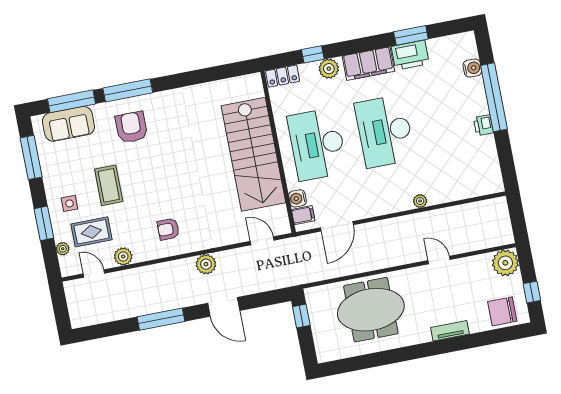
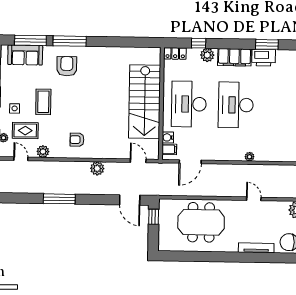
door: (224, 307) -> (130, 200), moved
tv unit: (450, 331) -> (256, 248), width x1.41

